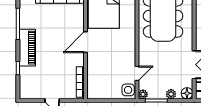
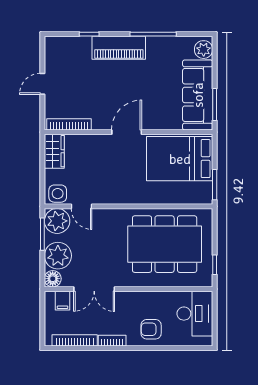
door: (86, 42) -> (127, 132), hinge flipped
wardrobe: (99, 92) -> (54, 151), added
plant: (143, 94) -> (57, 221), width x1.88, depth x1.88
plant: (171, 94) -> (58, 256), width x1.87, depth x1.87

